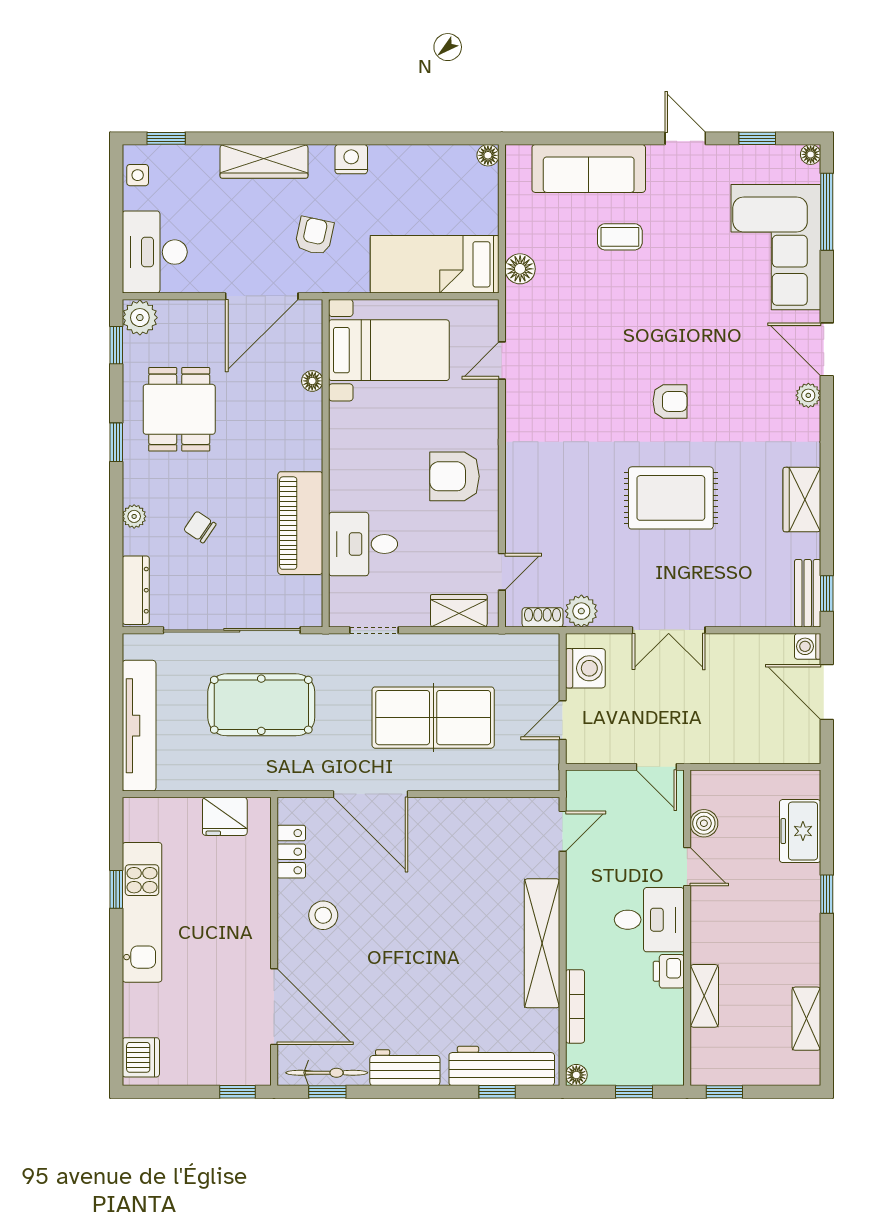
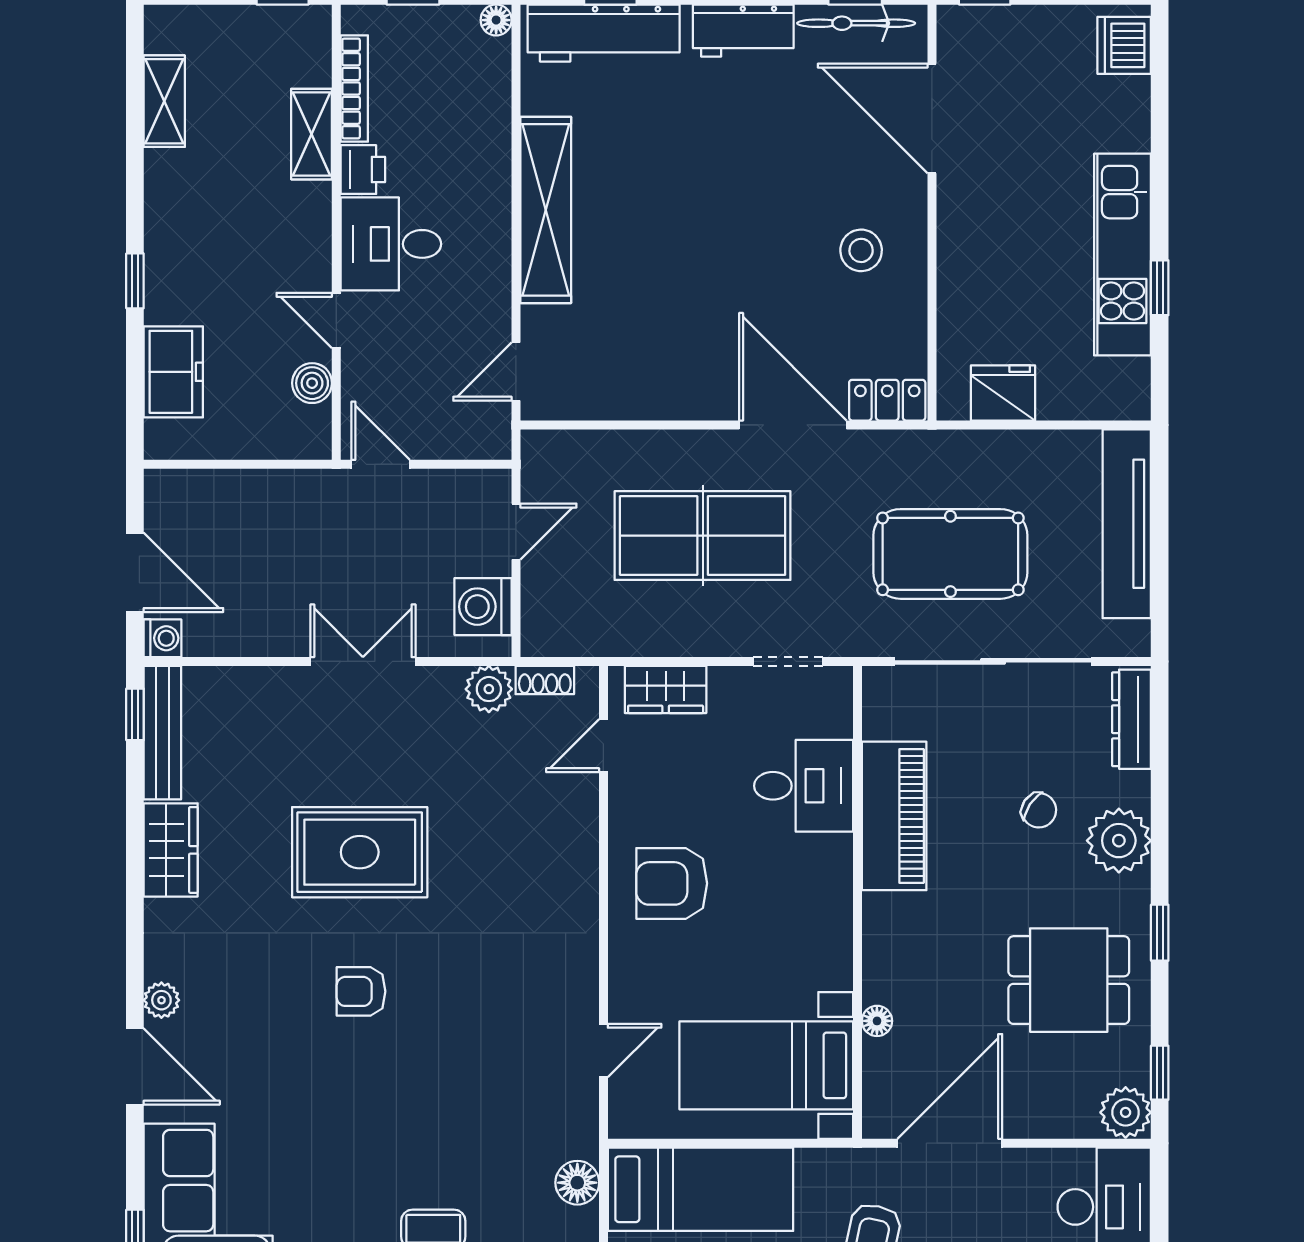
dining table: (179, 409) -> (1069, 980), turned 90
armchair: (455, 476) -> (672, 883), turned 180
plant: (134, 516) -> (1119, 841), width x1.87, depth x1.87
bench: (808, 593) -> (162, 733), width x1.36
locker: (291, 852) -> (887, 400), moved, turned 90
bookcase: (575, 1006) -> (354, 88), moved, turned 180

